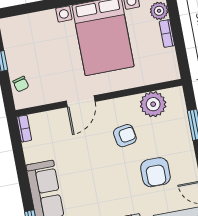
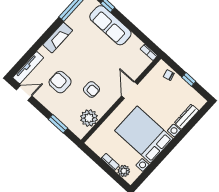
dresser: (37, 19) -> (186, 117), added
armchair: (125, 136) -> (91, 89), turned -80

